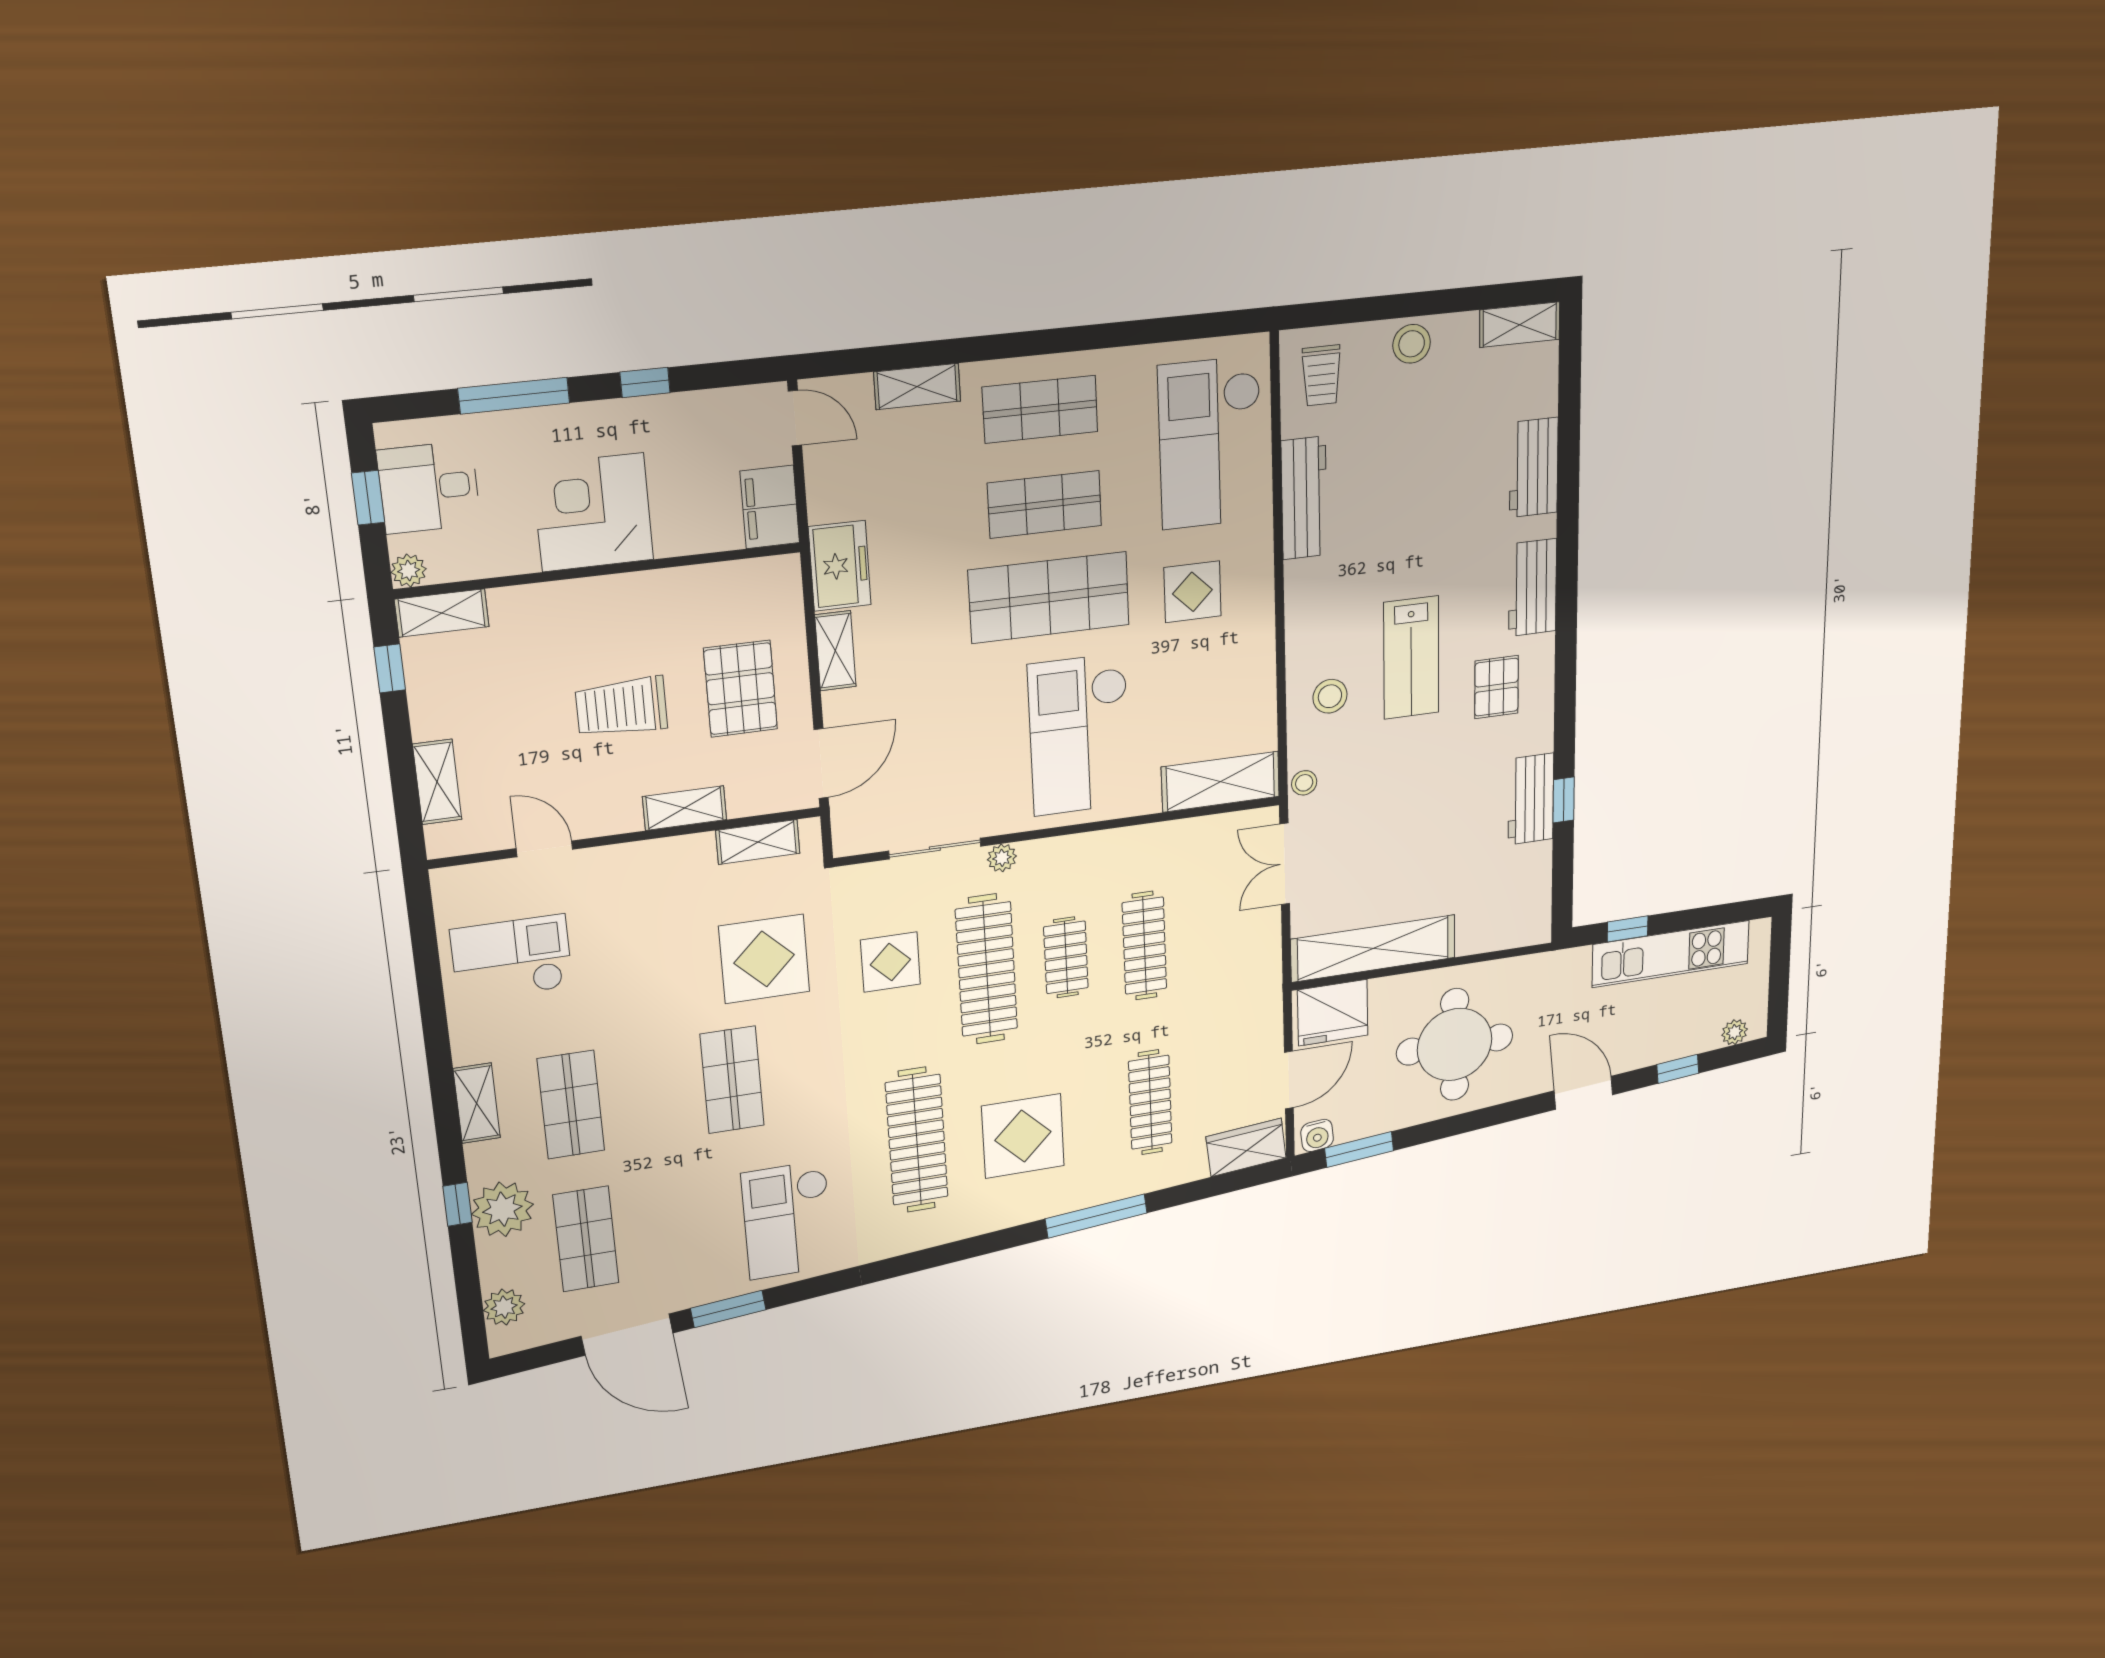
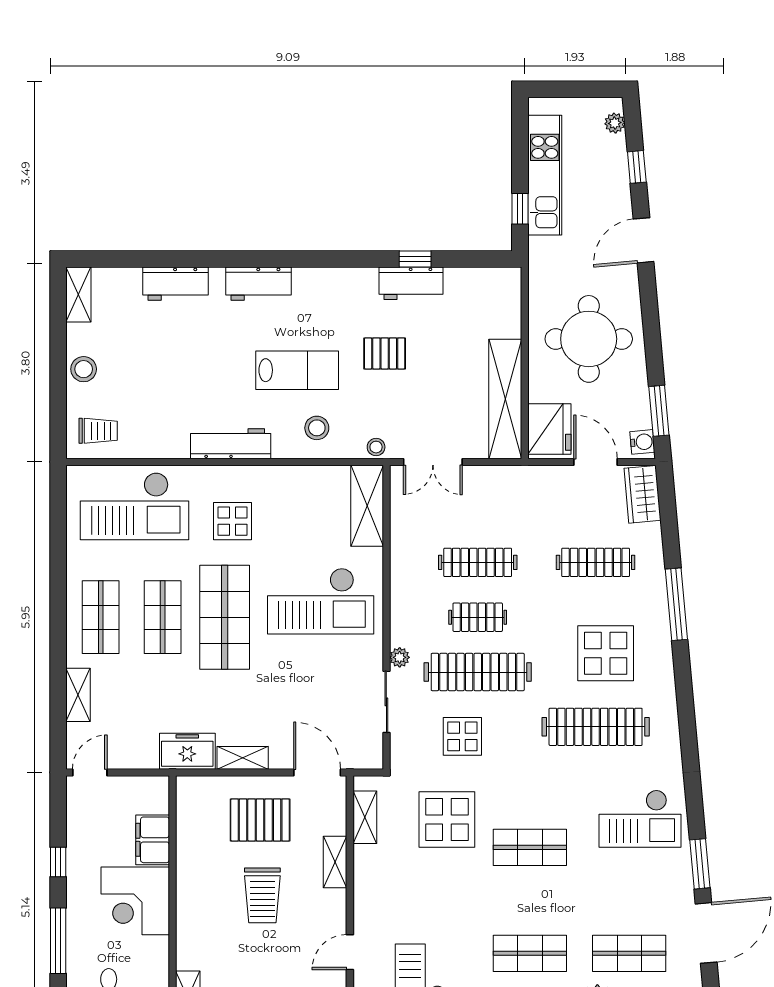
workbench: (1304, 498) -> (231, 444), moved
filing cabinet: (770, 507) -> (153, 840), moved, turned 90
pallet: (1497, 687) -> (385, 353), moved

